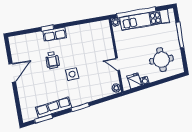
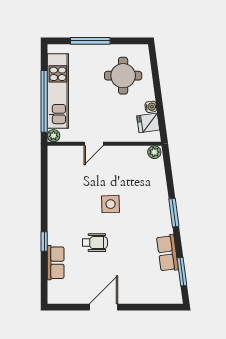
row of seats: (55, 34) -> (56, 263), moved
door: (118, 64) -> (94, 144), moved
door: (12, 73) -> (103, 307), hinge flipped
side table: (72, 74) -> (111, 204), moved
row of seats: (54, 107) -> (167, 253), width x0.68

